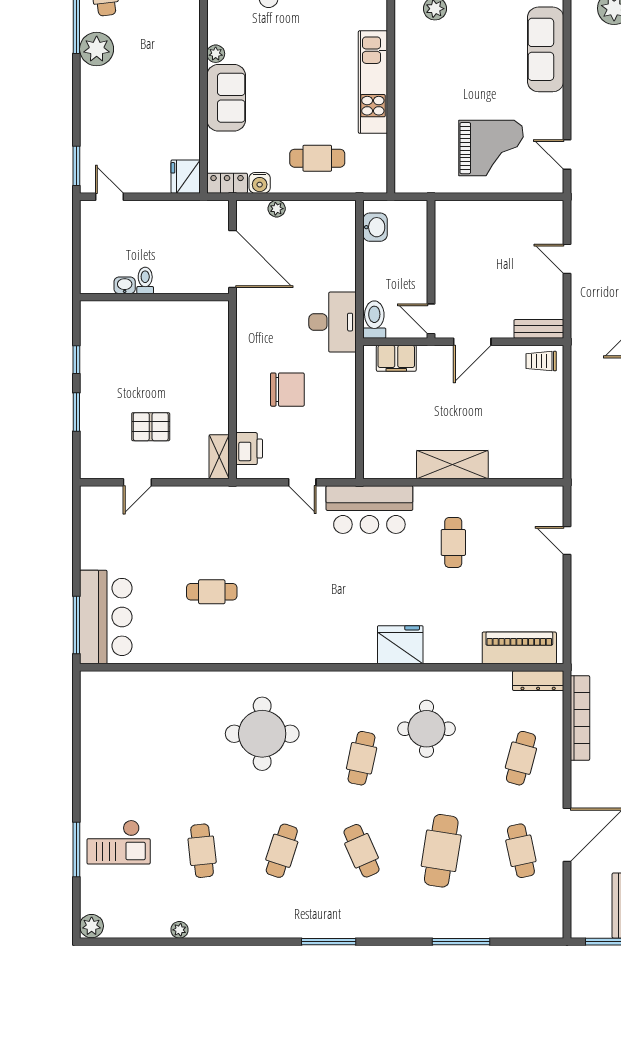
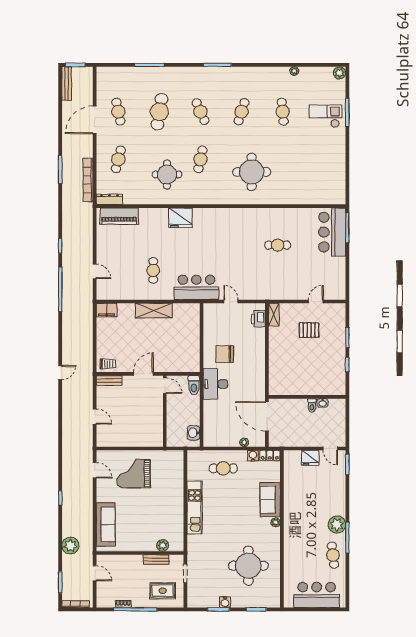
fridge: (186, 177) -> (310, 458), moved, turned 90
filing cabinet: (396, 358) -> (107, 310), moved, turned 180
chair: (287, 390) -> (225, 354), moved

